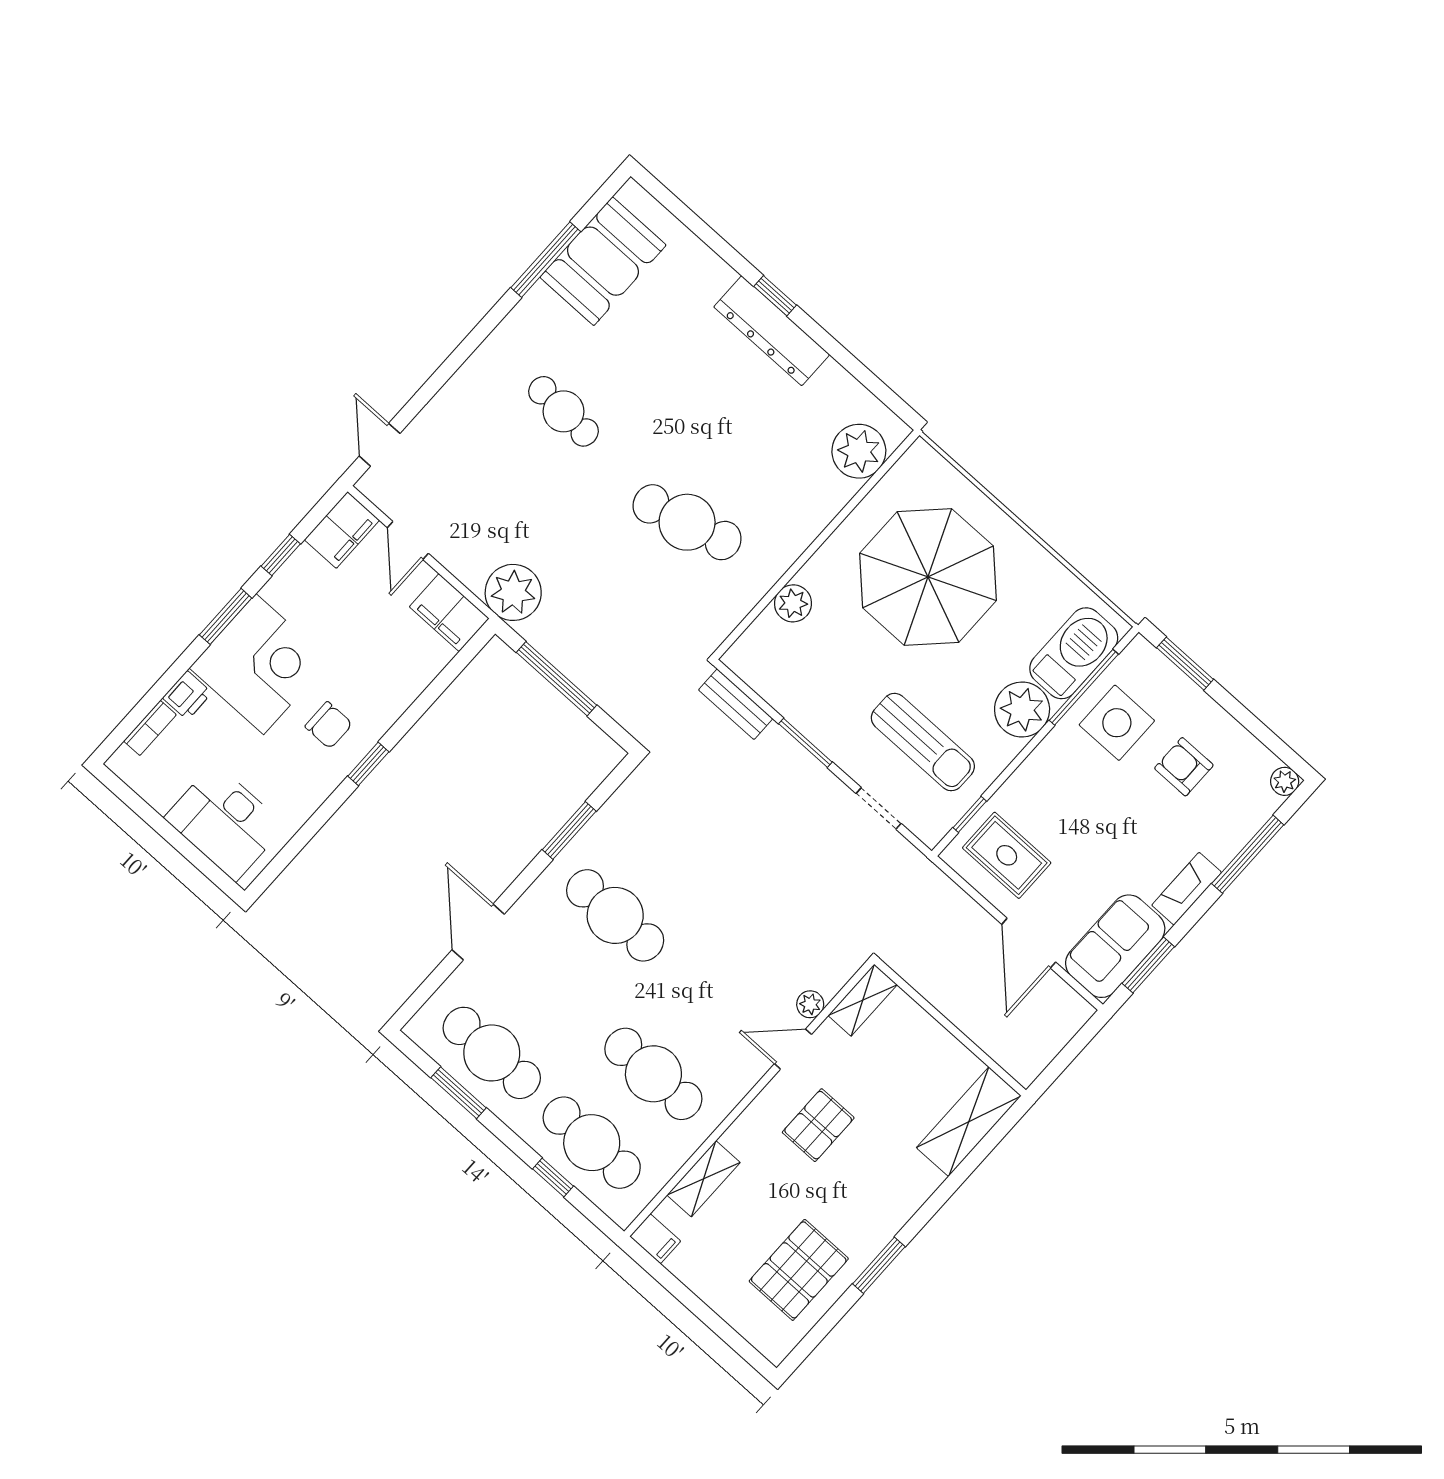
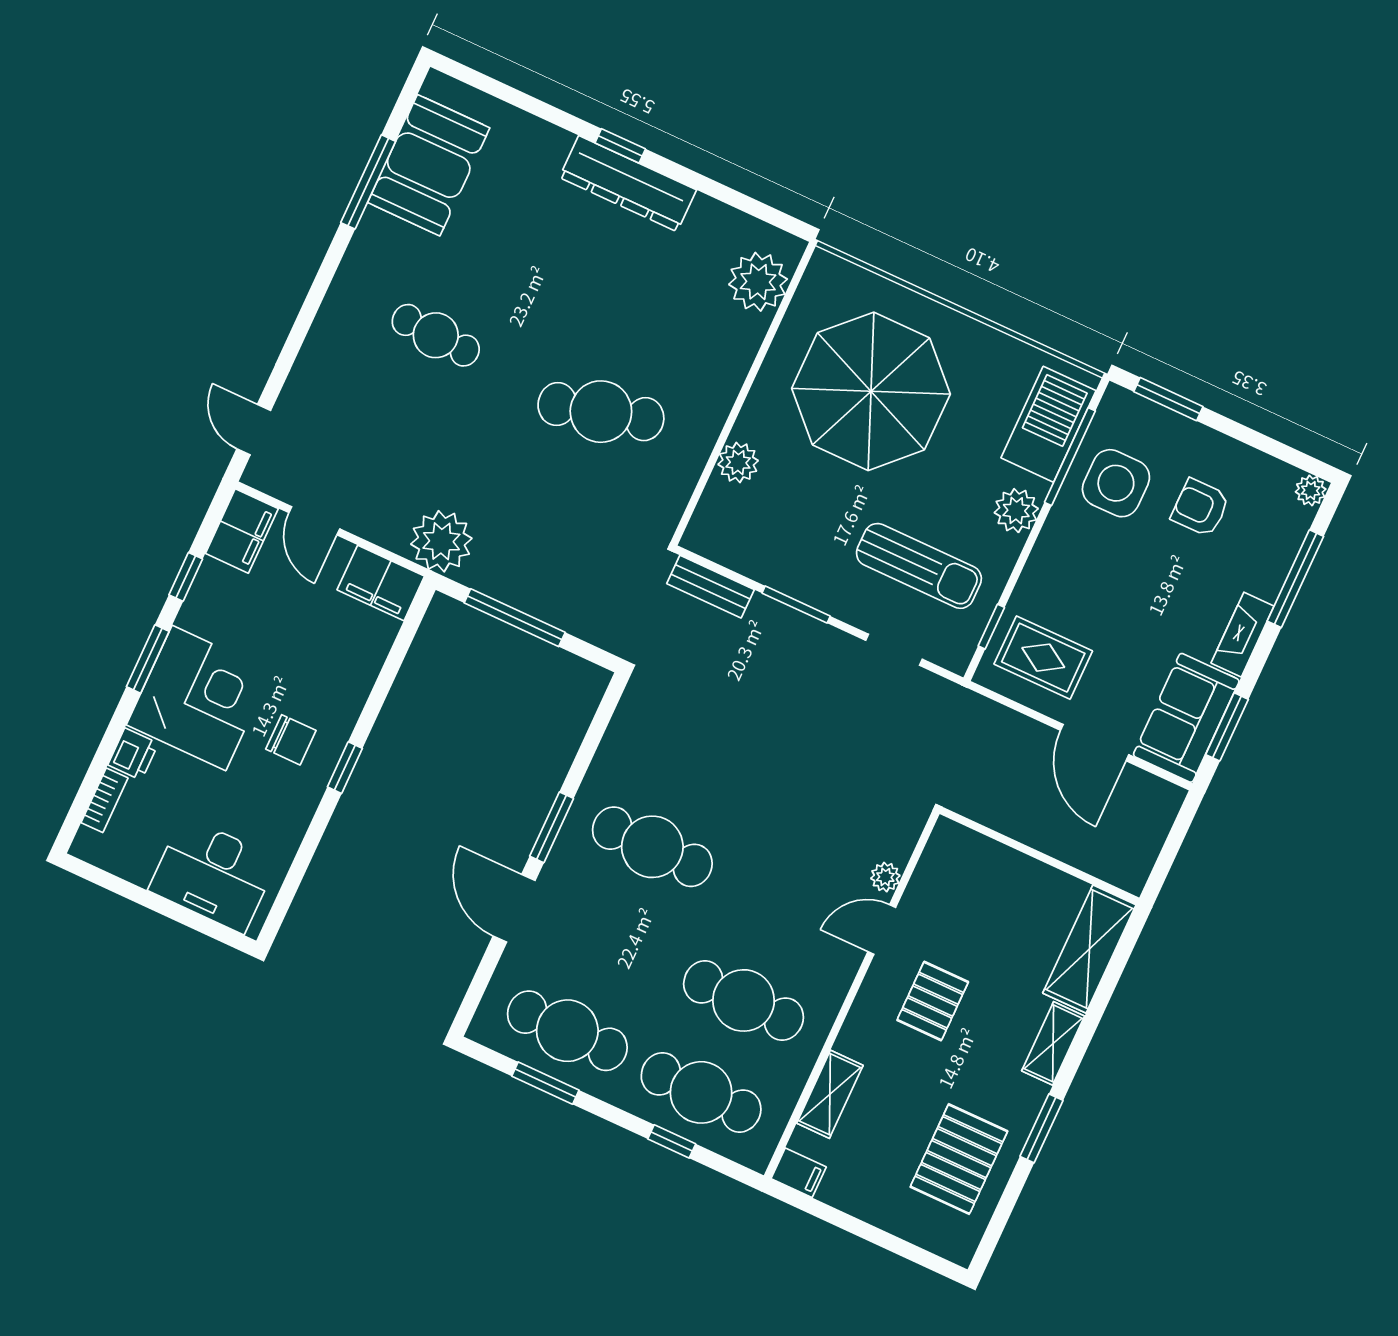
plant: (1022, 710) -> (1016, 511), width x0.73, depth x0.73
window: (569, 830) -> (552, 827), moved
shelving: (863, 1000) -> (1053, 1043), moved

